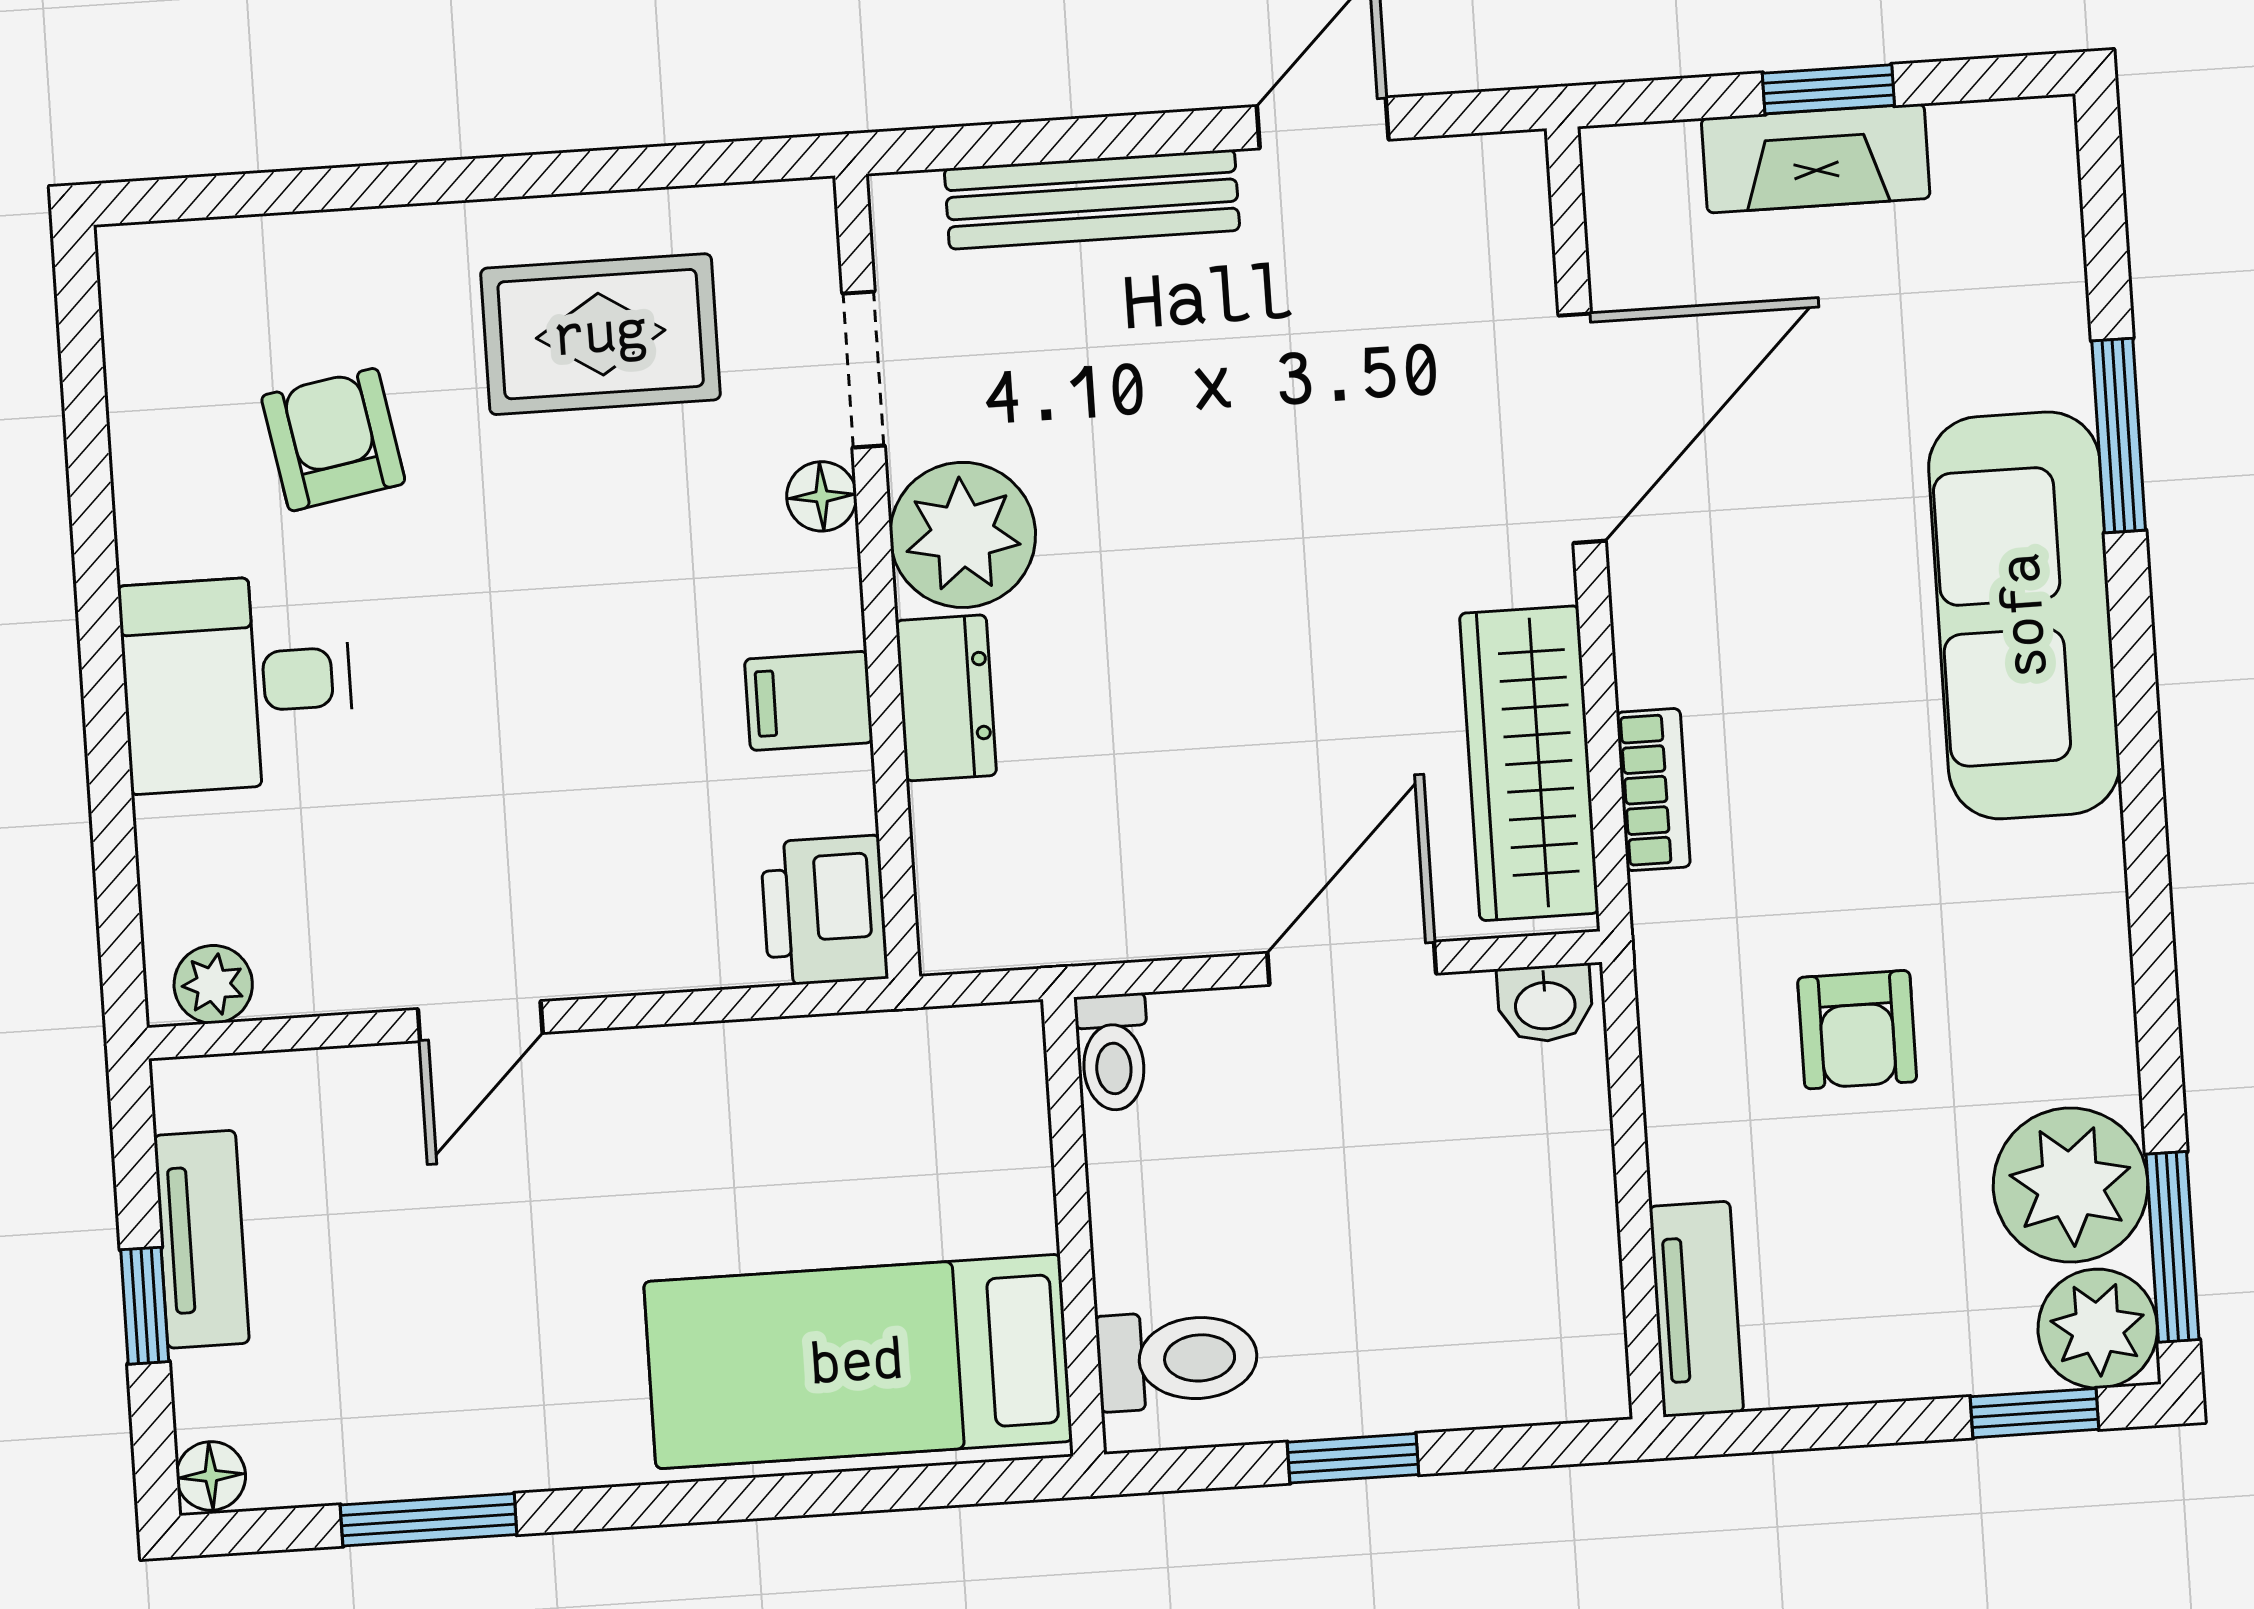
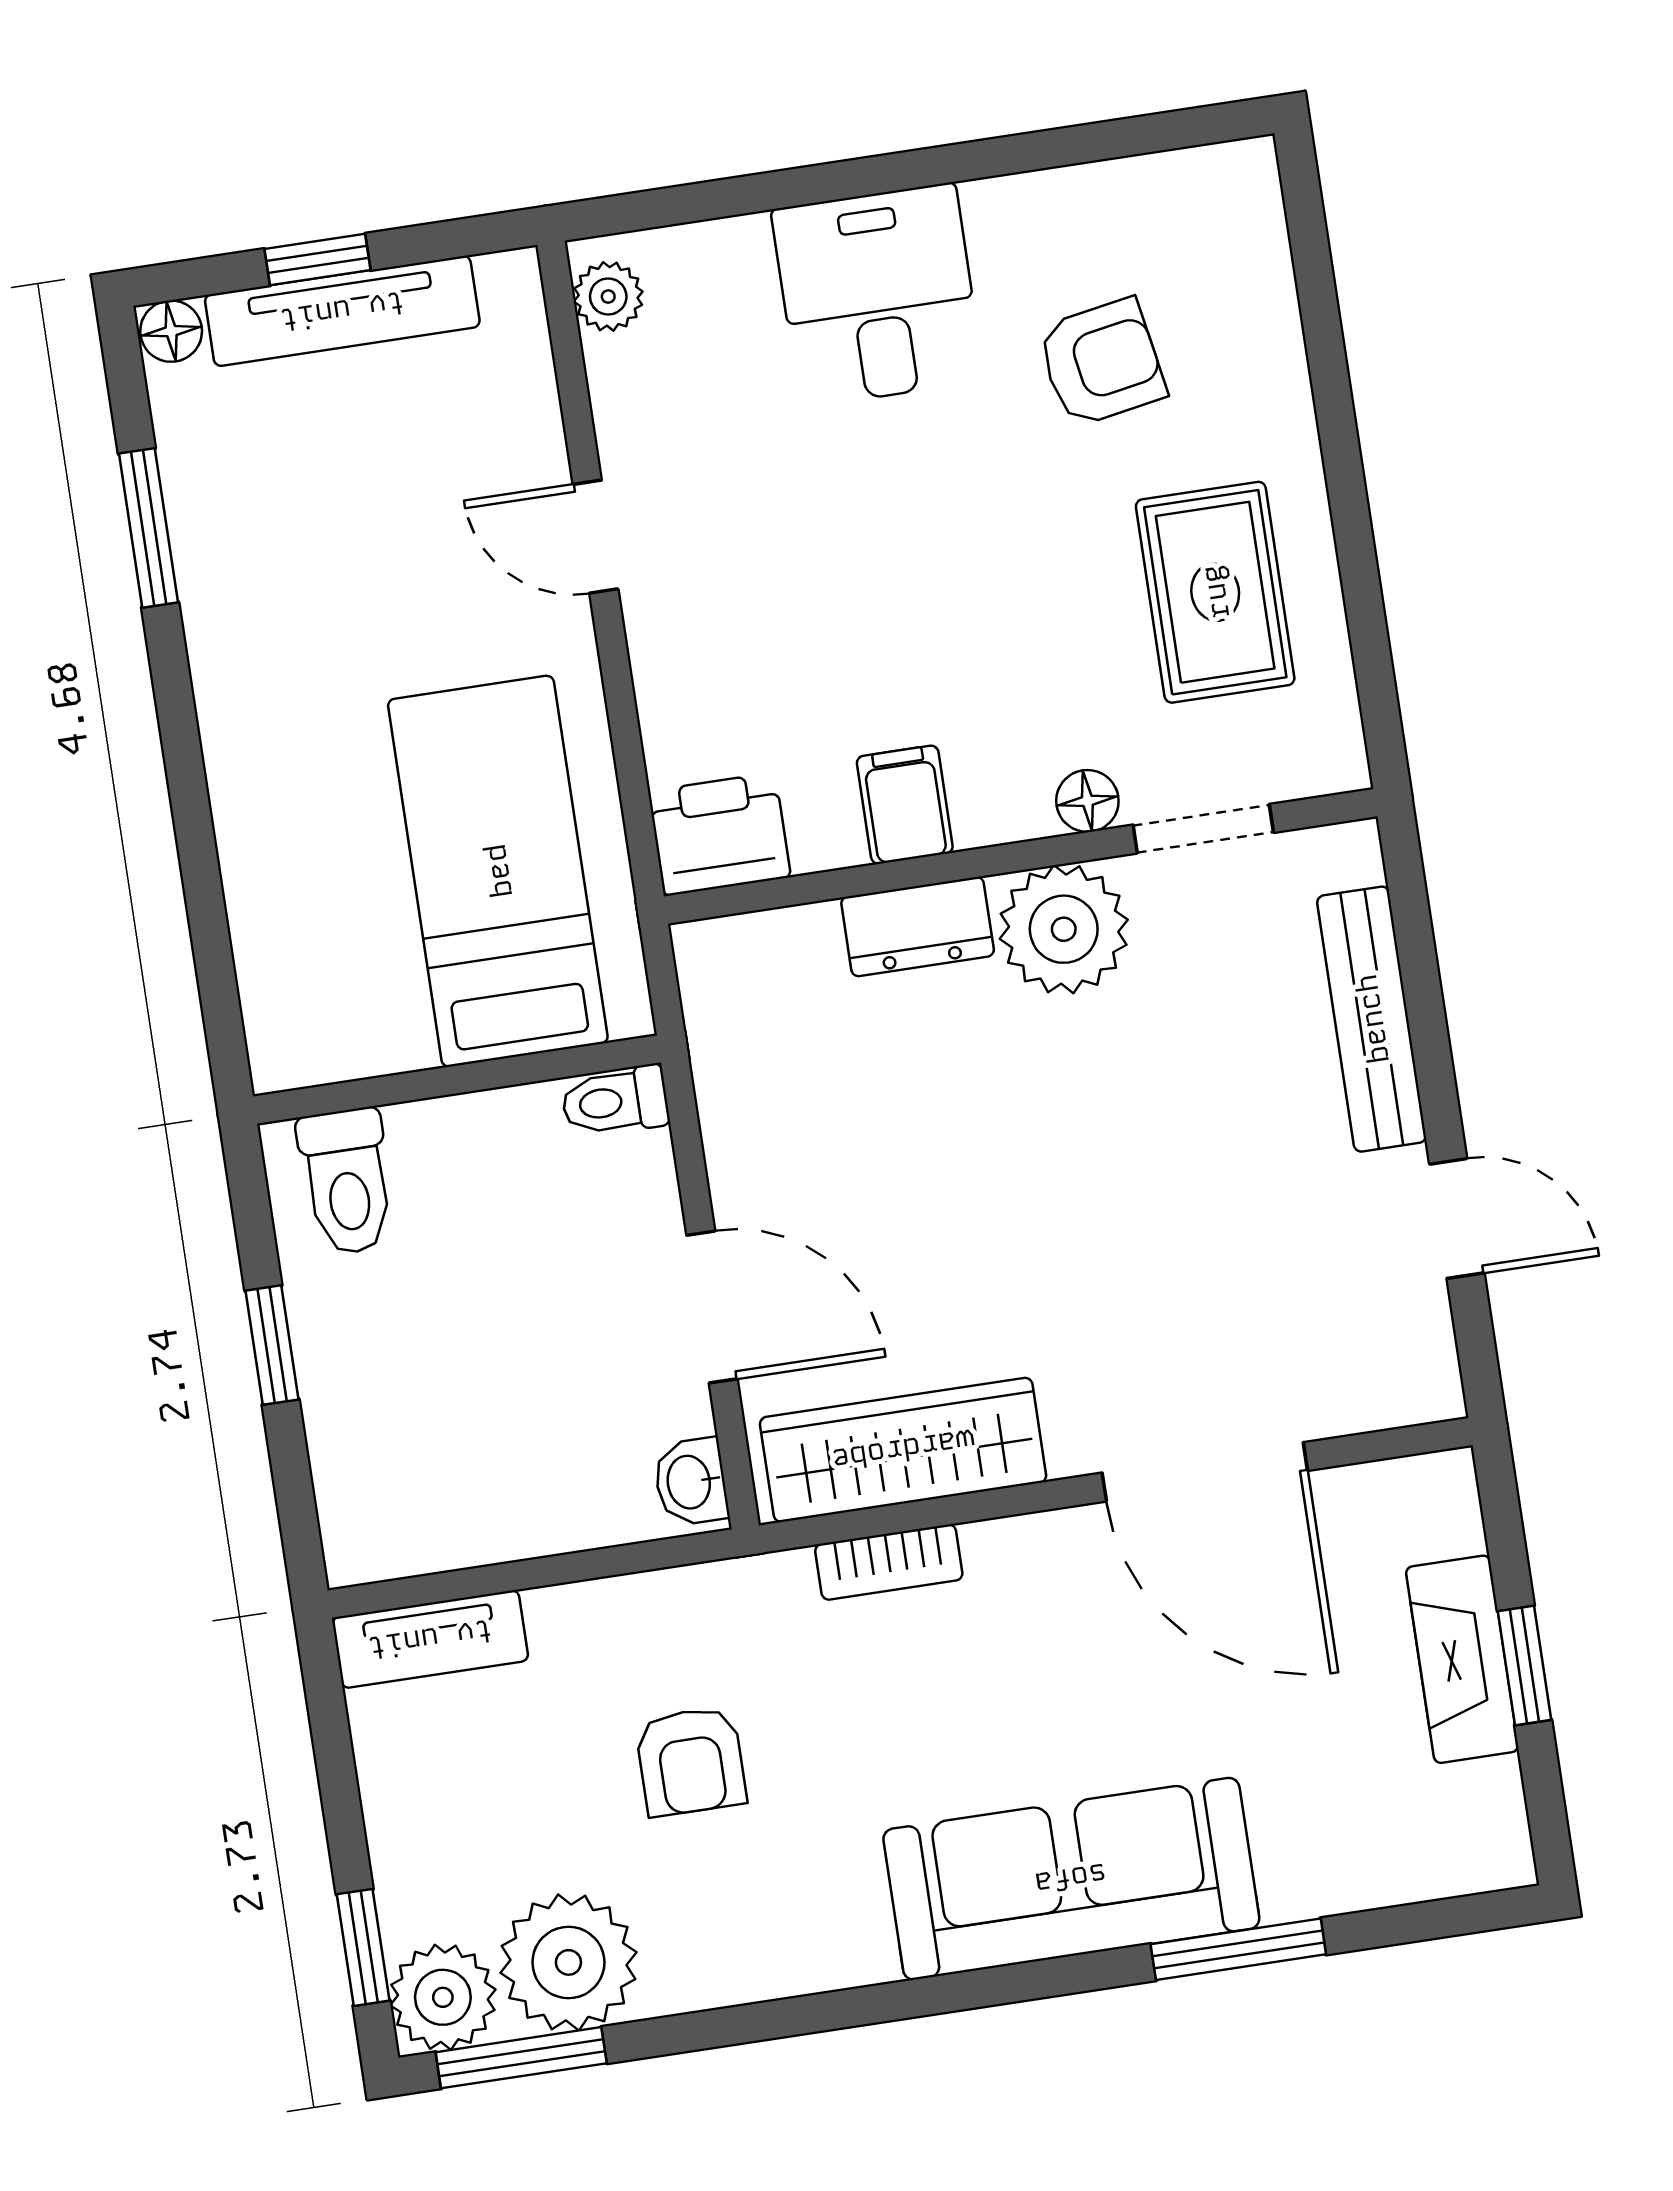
armchair: (1857, 1030) -> (691, 1761), turned -90
tv unit: (202, 1239) -> (342, 311), width x1.41
bed: (858, 1362) -> (498, 871), moved

